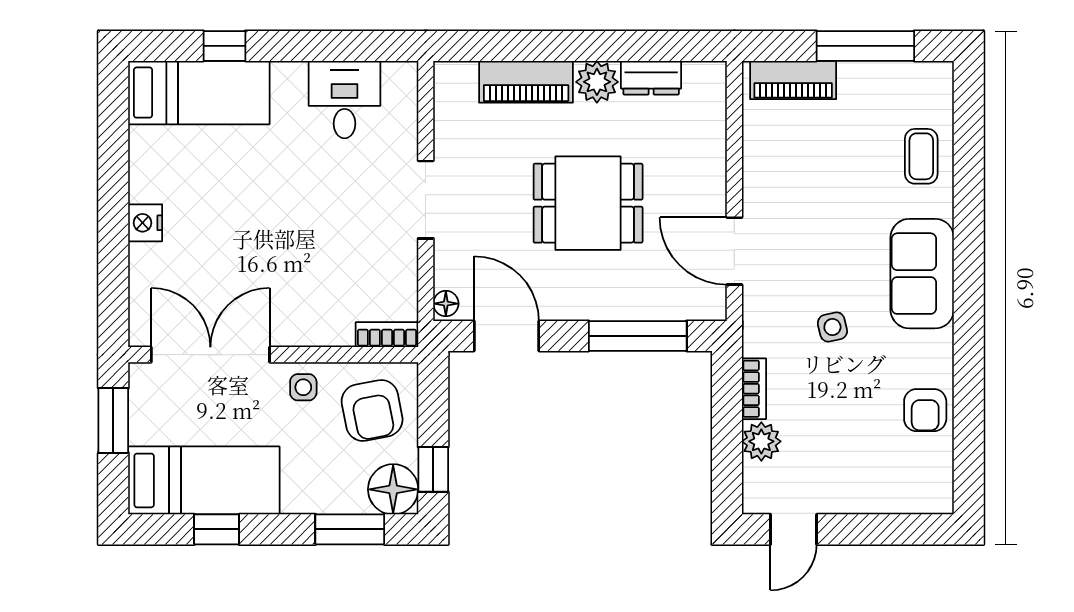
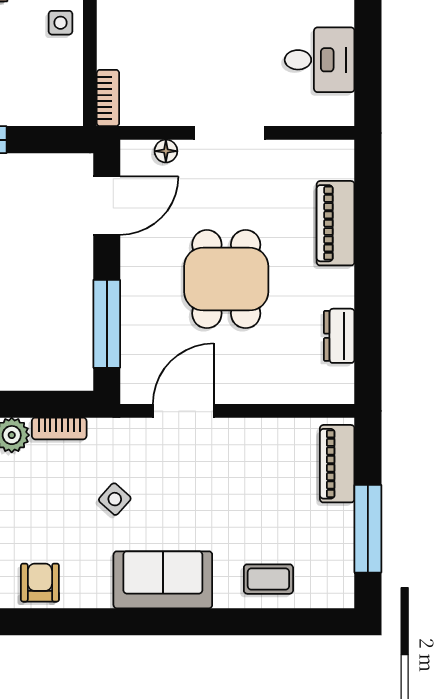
plant: (597, 82) -> (336, 287), removed
floor lamp: (446, 304) -> (166, 151), moved
side table: (832, 327) -> (115, 499), turned -35
armchair: (372, 410) -> (40, 85), removed
armchair: (925, 410) -> (40, 583), turned 90

